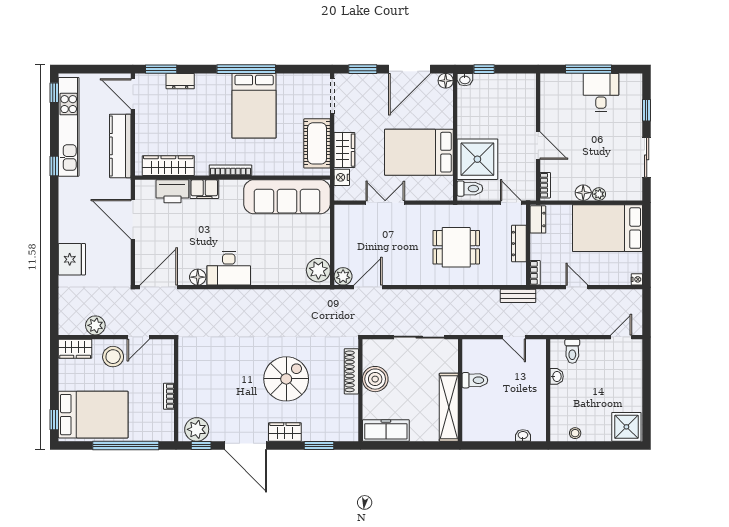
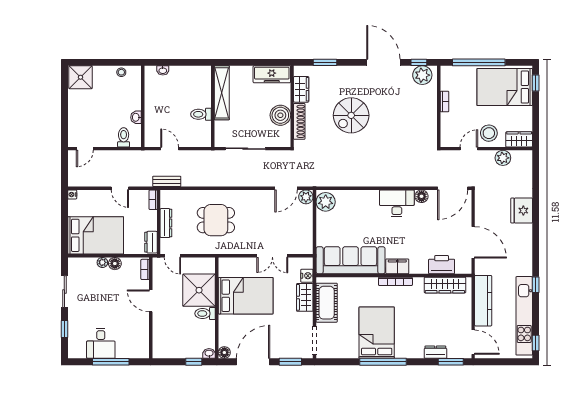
filing cabinet: (204, 189) -> (397, 266), moved
toilet: (470, 189) -> (205, 314), moved
wardrobe: (285, 432) -> (301, 89), moved, turned -90

